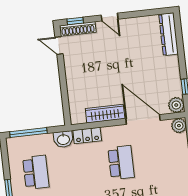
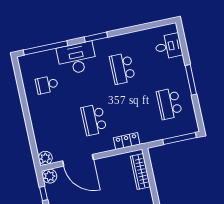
wardrobe: (105, 114) -> (140, 171), moved, turned 90
washbasin: (63, 139) -> (148, 136), removed

